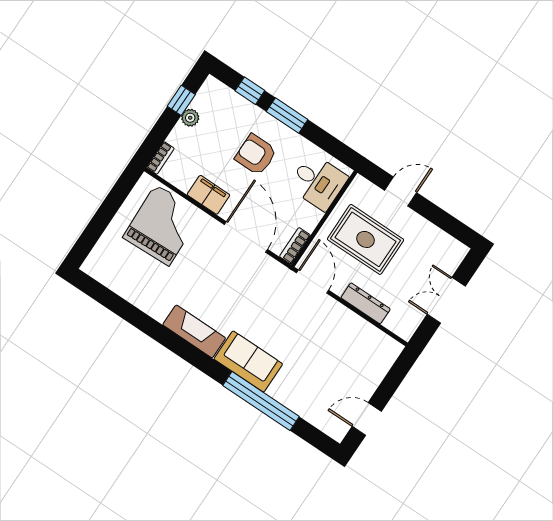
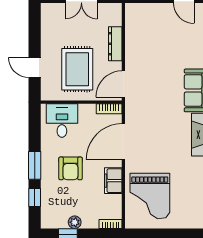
grand piano: (162, 225) -> (150, 196), turned -88

